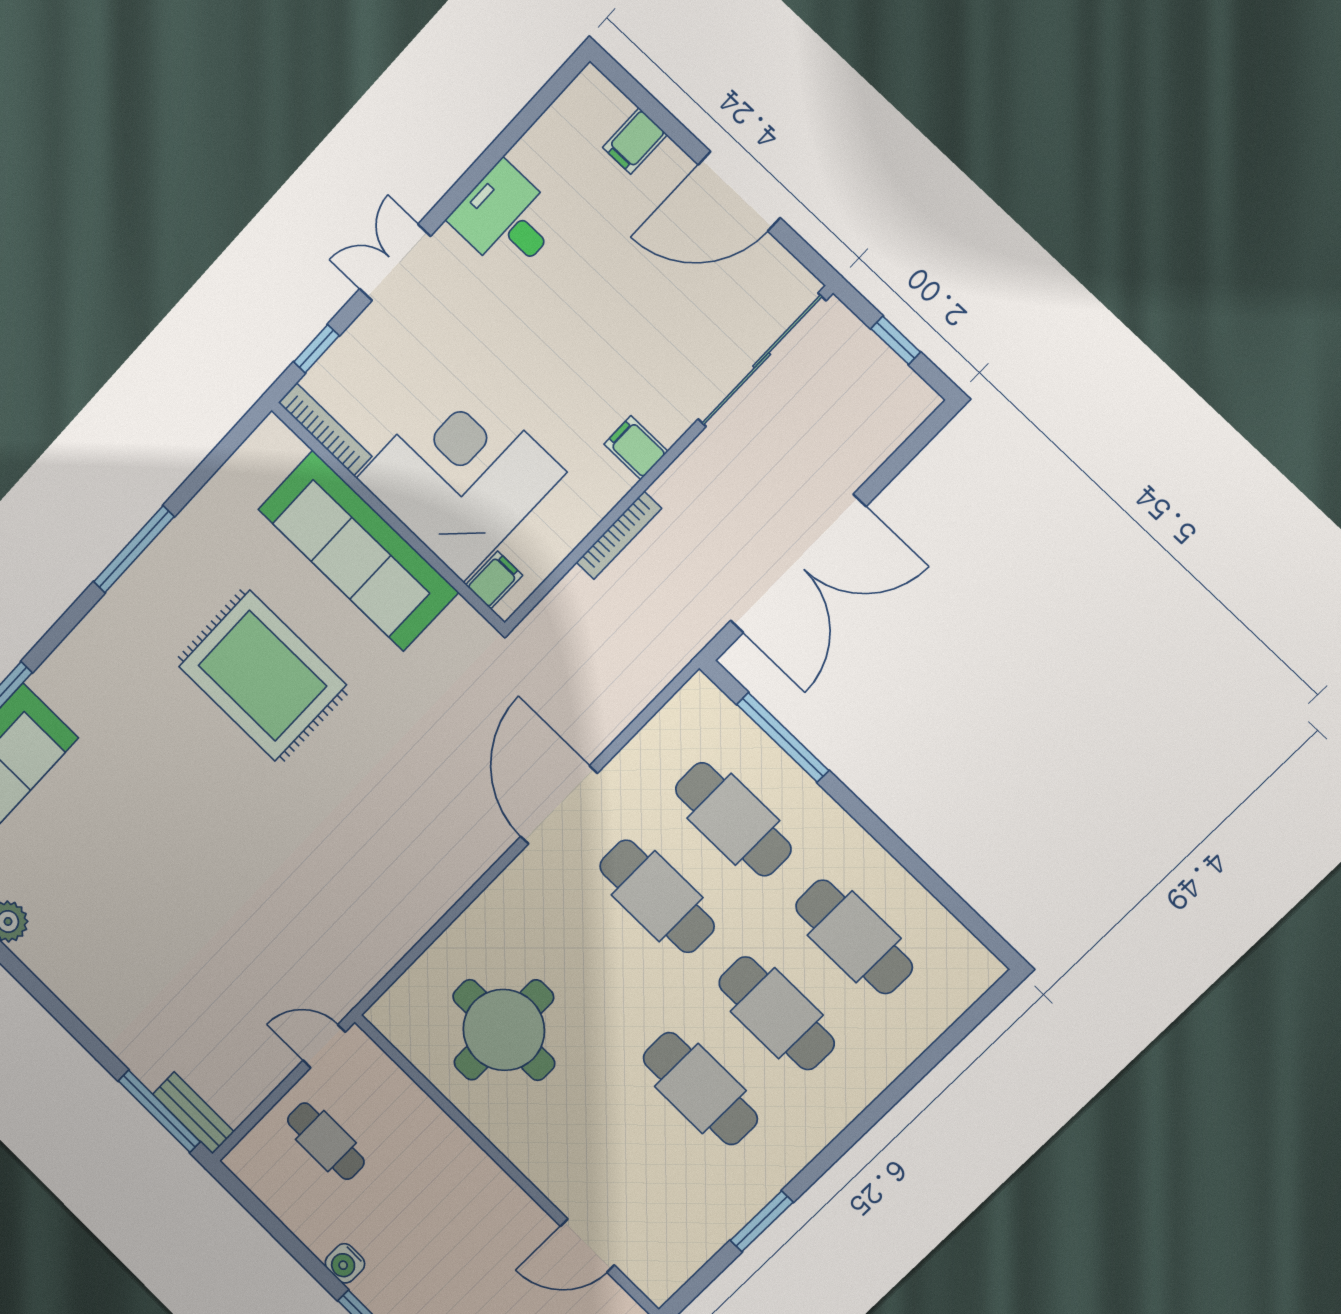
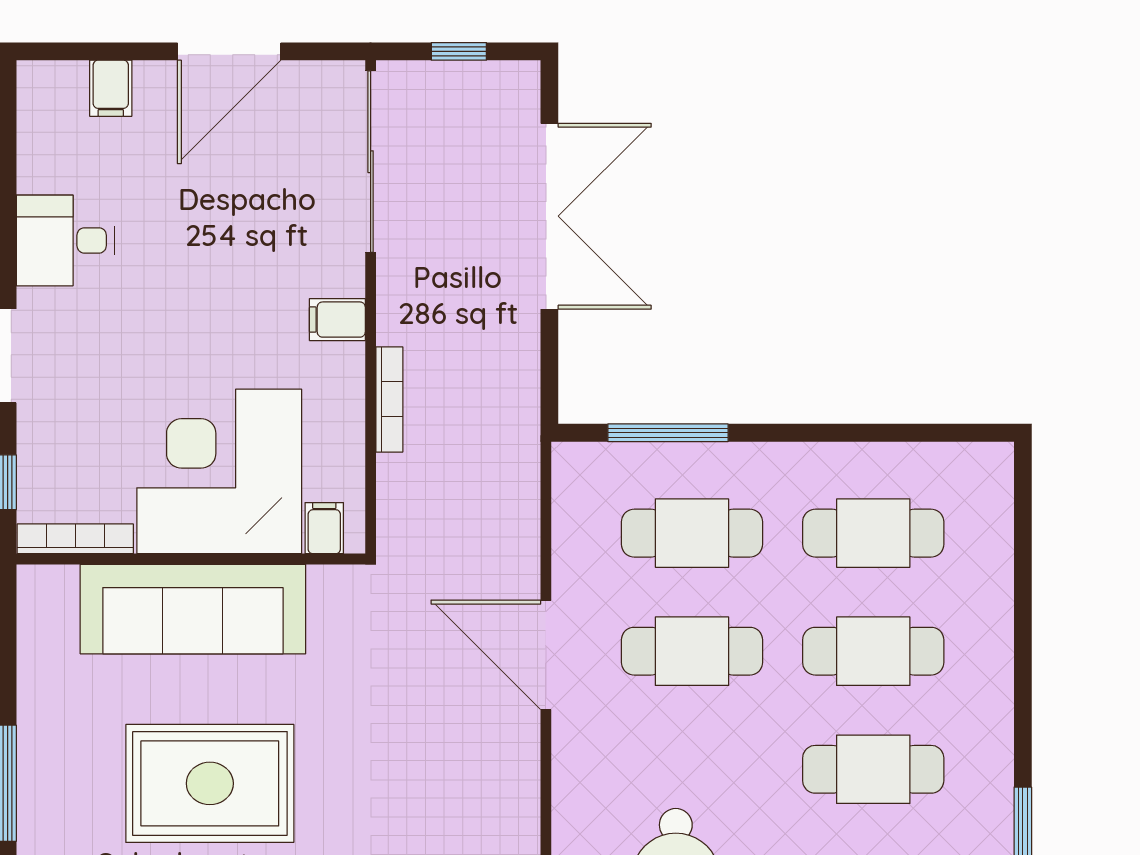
double door: (798, 564) -> (549, 216), moved

